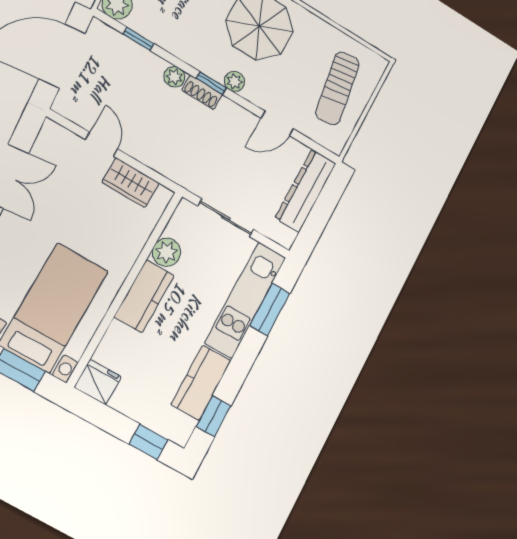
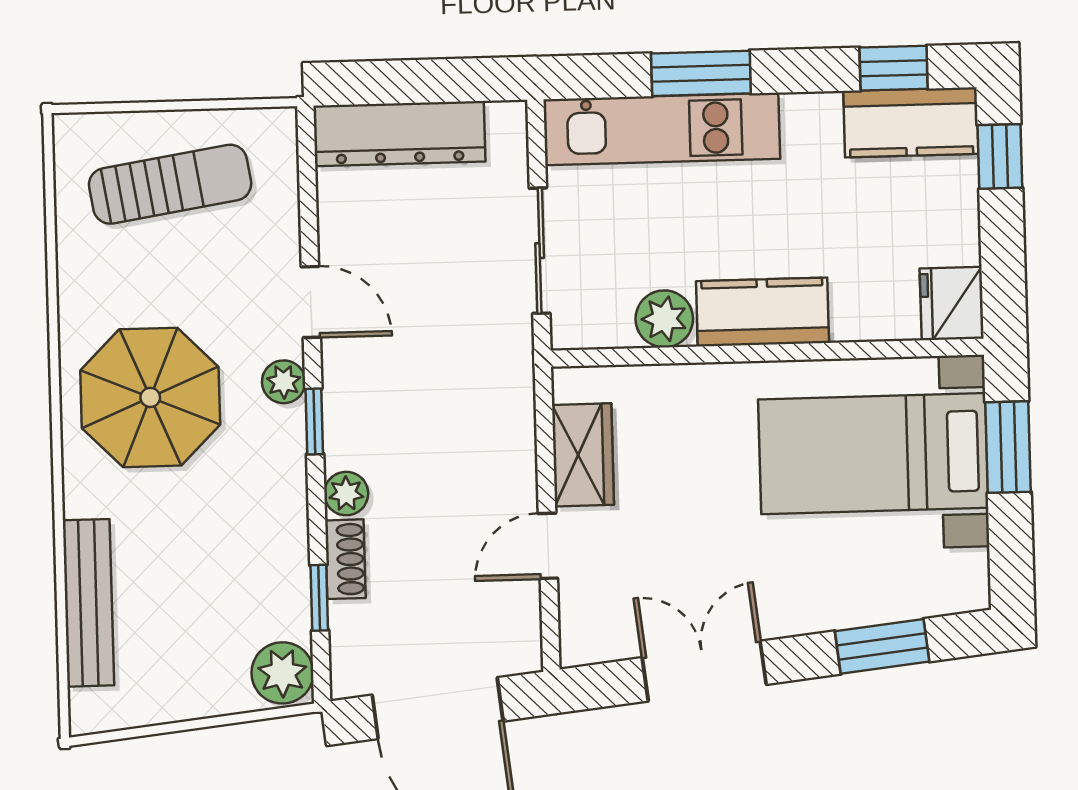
shoe rack: (202, 92) -> (345, 559), moved
door: (277, 123) -> (311, 302), moved
window: (270, 309) -> (701, 73), moved
kitchen counter: (201, 383) -> (911, 122), moved

